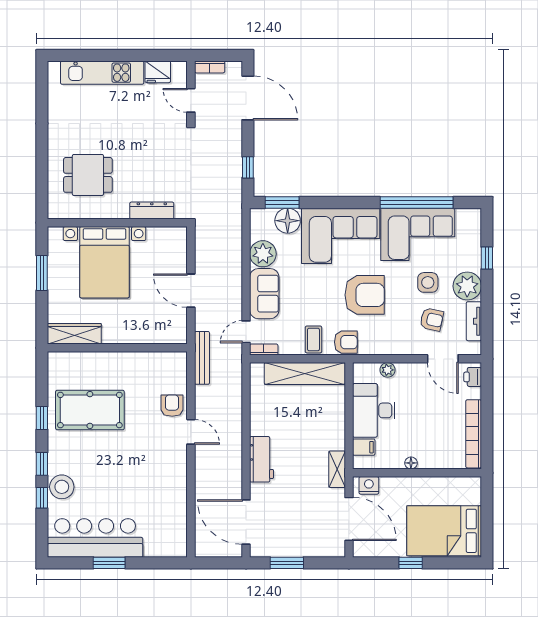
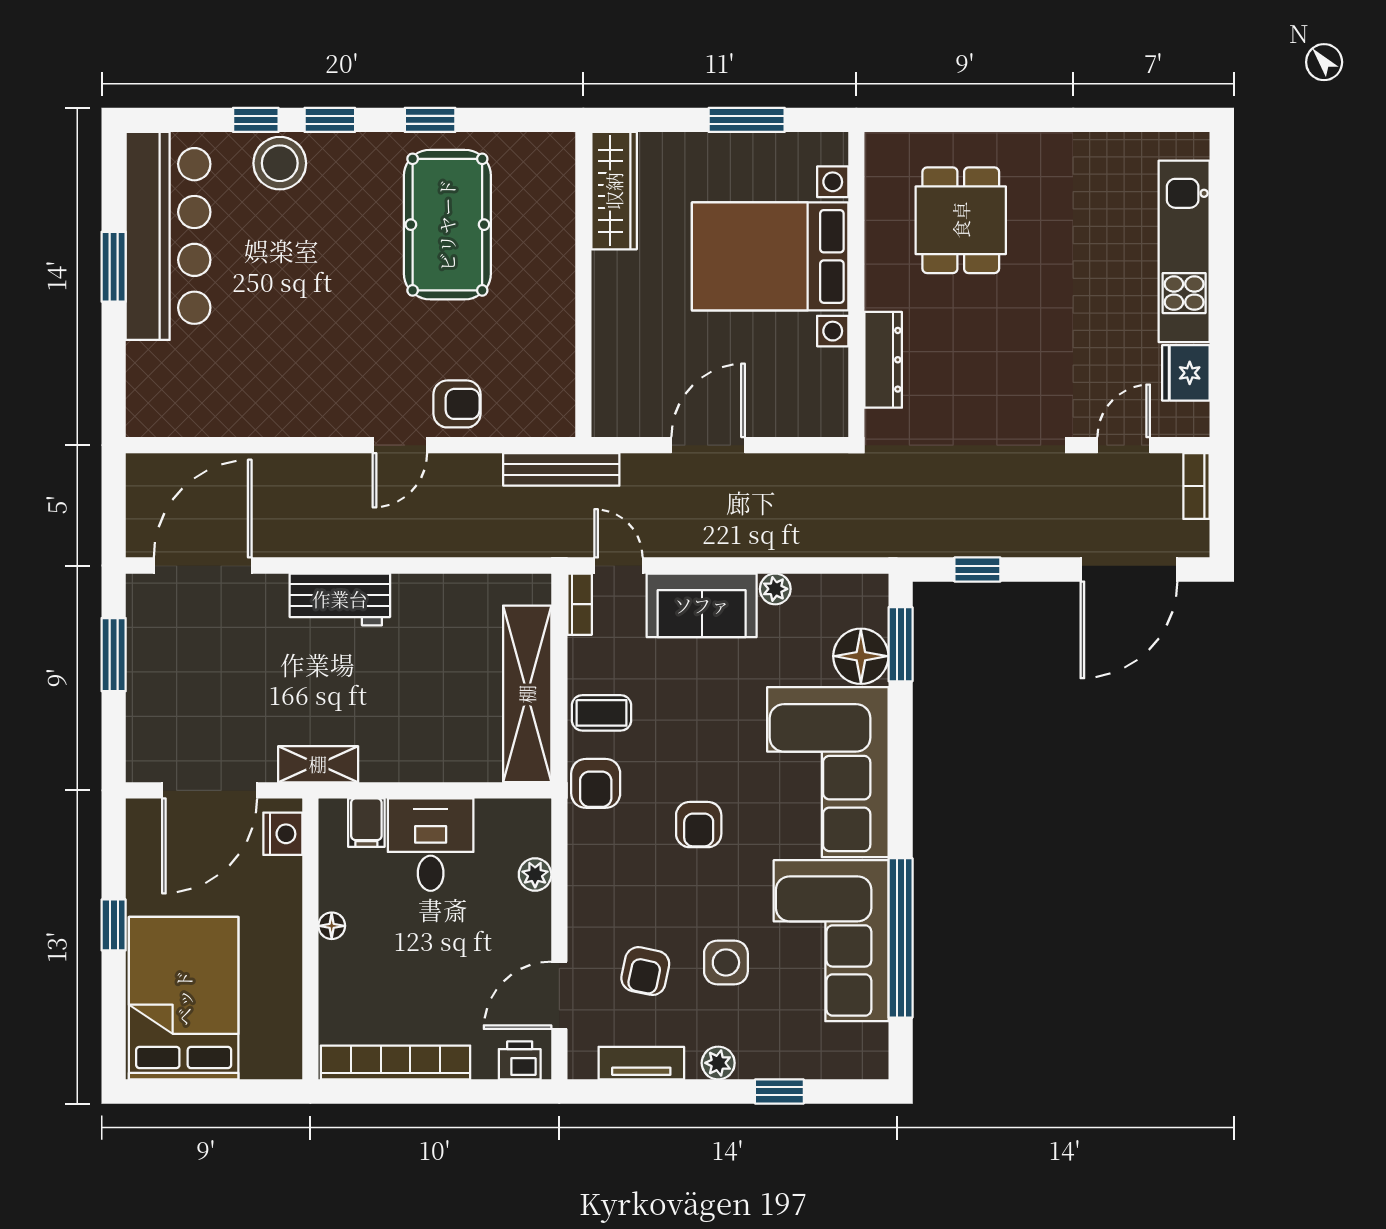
plant: (263, 254) -> (775, 589), width x0.53, depth x0.53
plant: (467, 286) -> (718, 1063), width x0.53, depth x0.53
armchair: (365, 295) -> (699, 825), width x0.53, depth x0.53
desk: (374, 410) -> (431, 845), width x0.73

